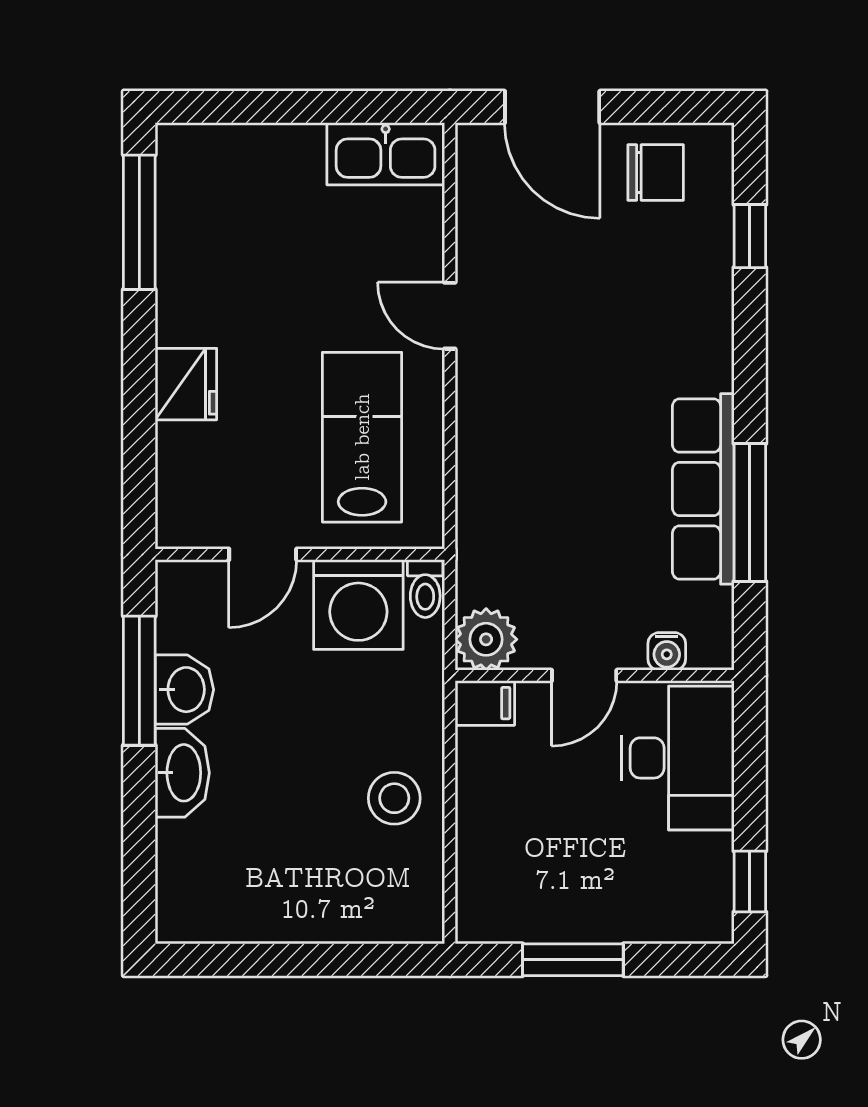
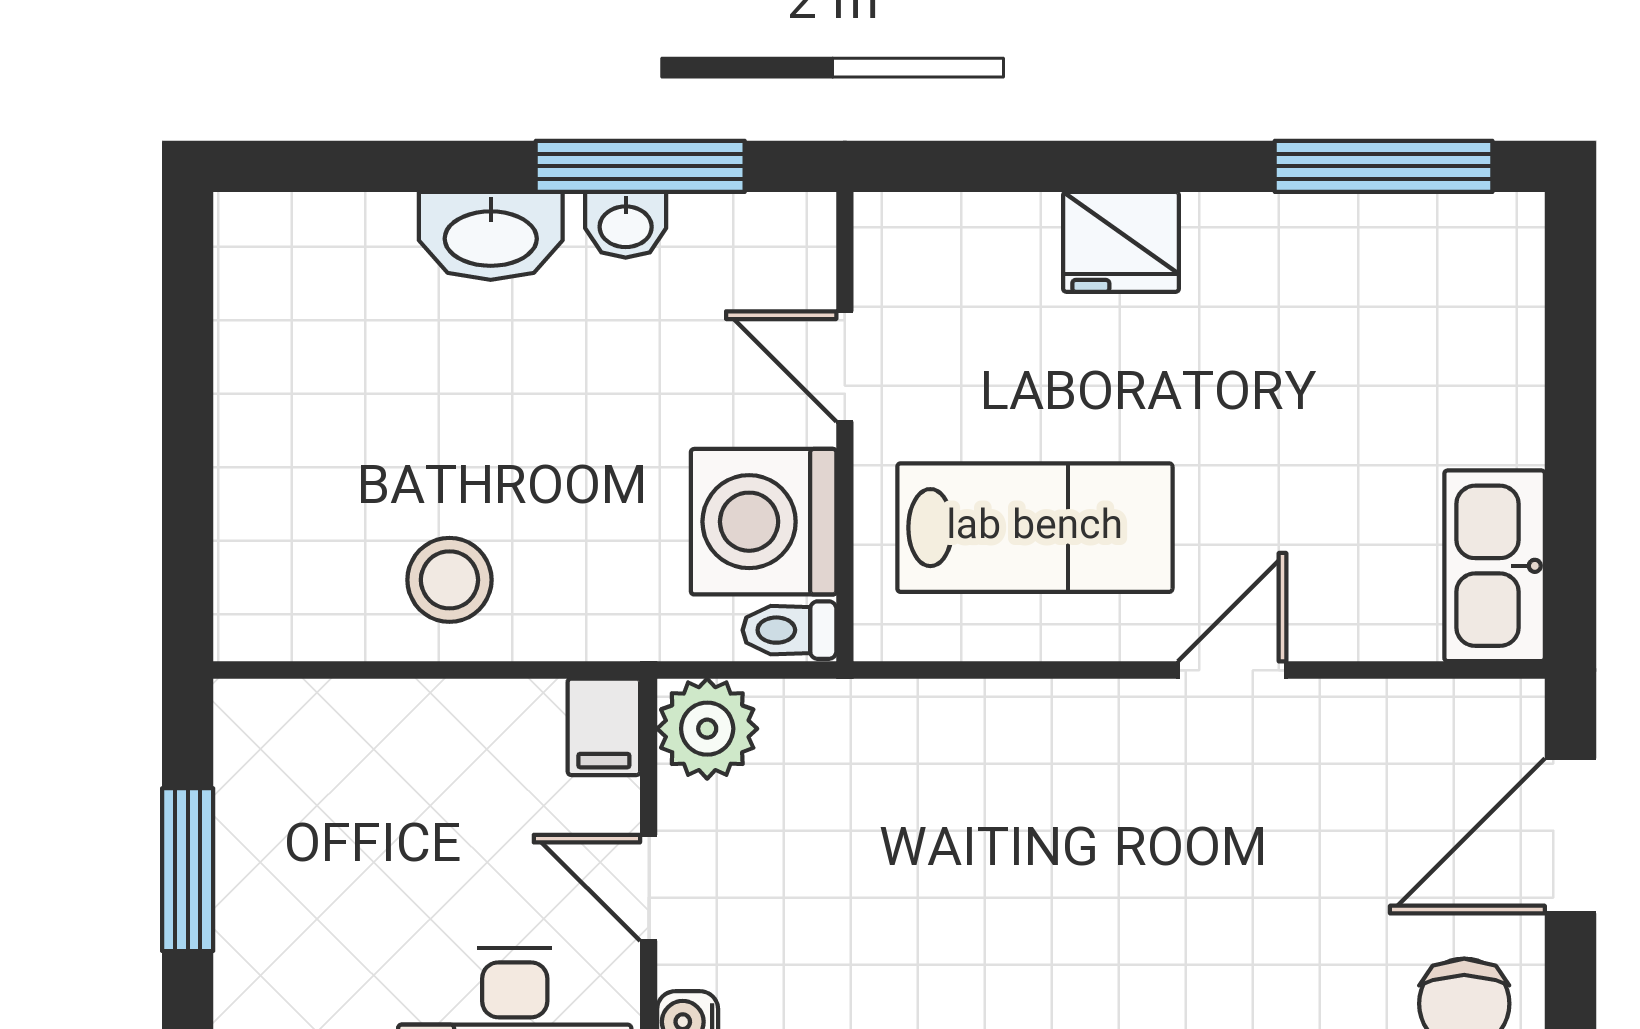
washbasin: (184, 690) -> (626, 225), width x0.72, depth x0.69

